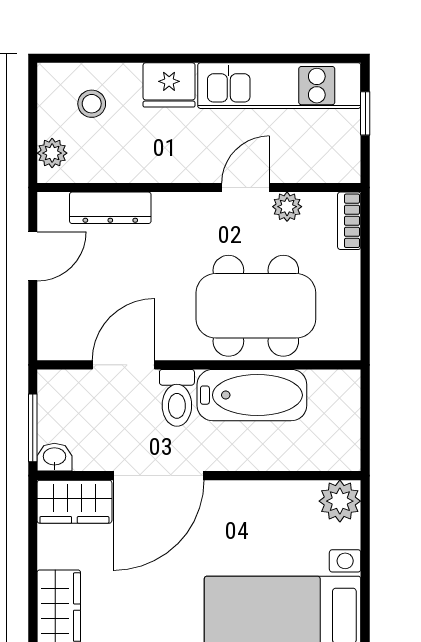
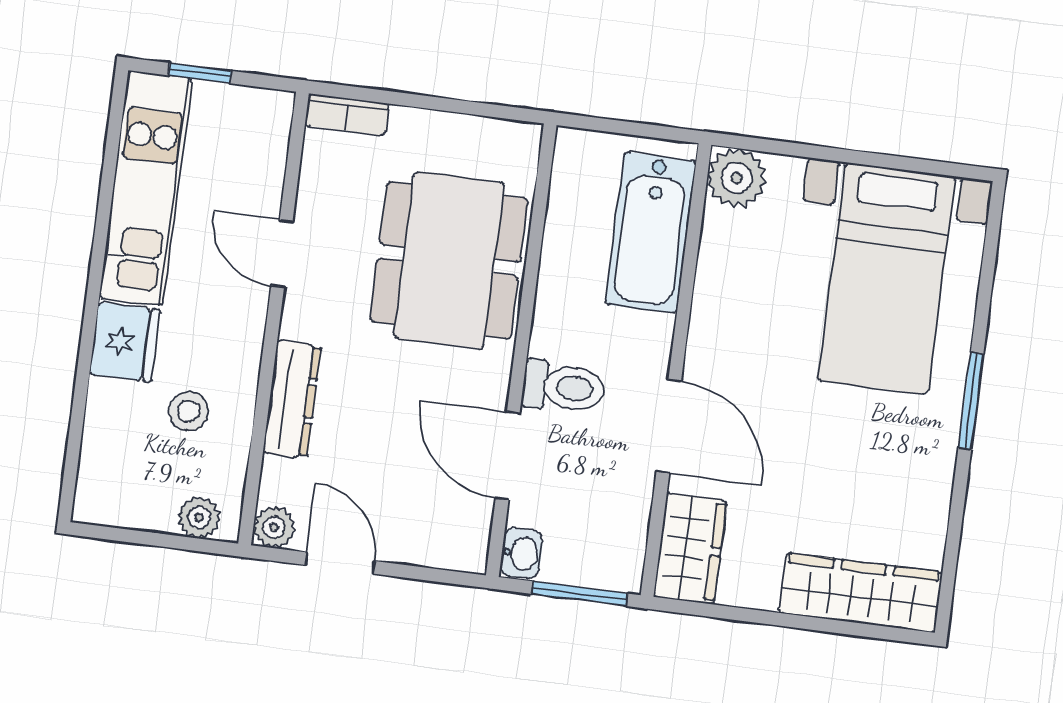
stool: (92, 104) -> (189, 411), moved
plant: (287, 207) -> (274, 527), moved
dresser: (110, 208) -> (292, 399), moved
bathtub: (252, 395) -> (651, 233), moved, turned 180
washbasin: (54, 457) -> (521, 553), moved, turned 180
door: (159, 476) -> (669, 426), width x0.73

